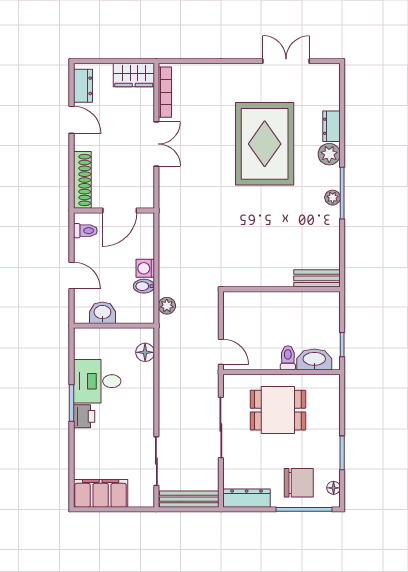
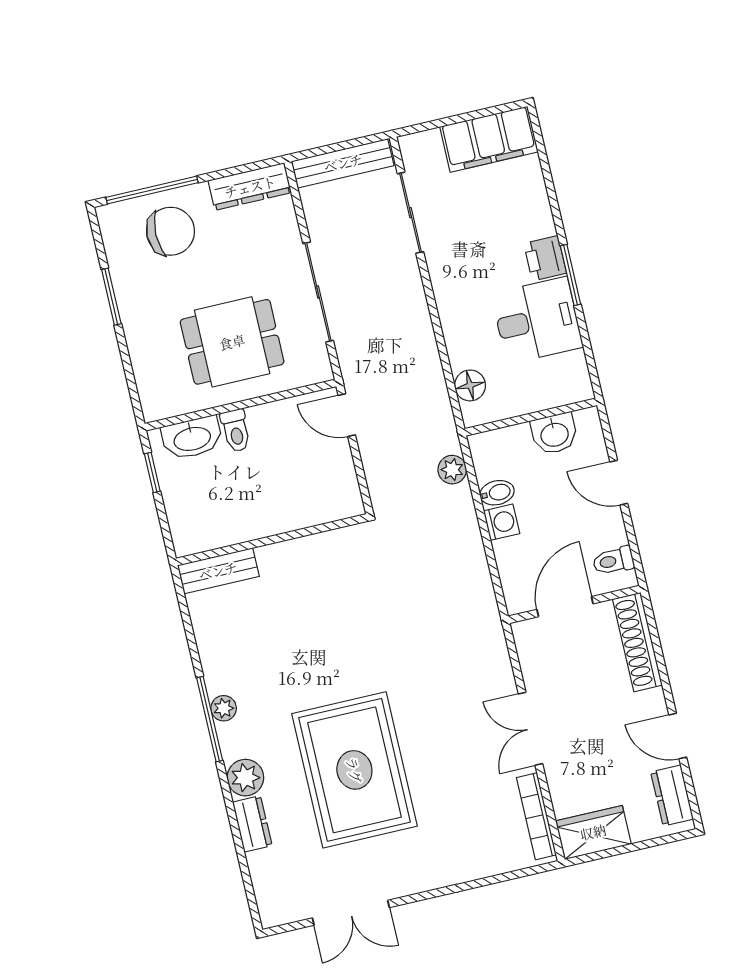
chair: (299, 483) -> (171, 231), turned 180
floor lamp: (334, 488) -> (112, 236), removed

